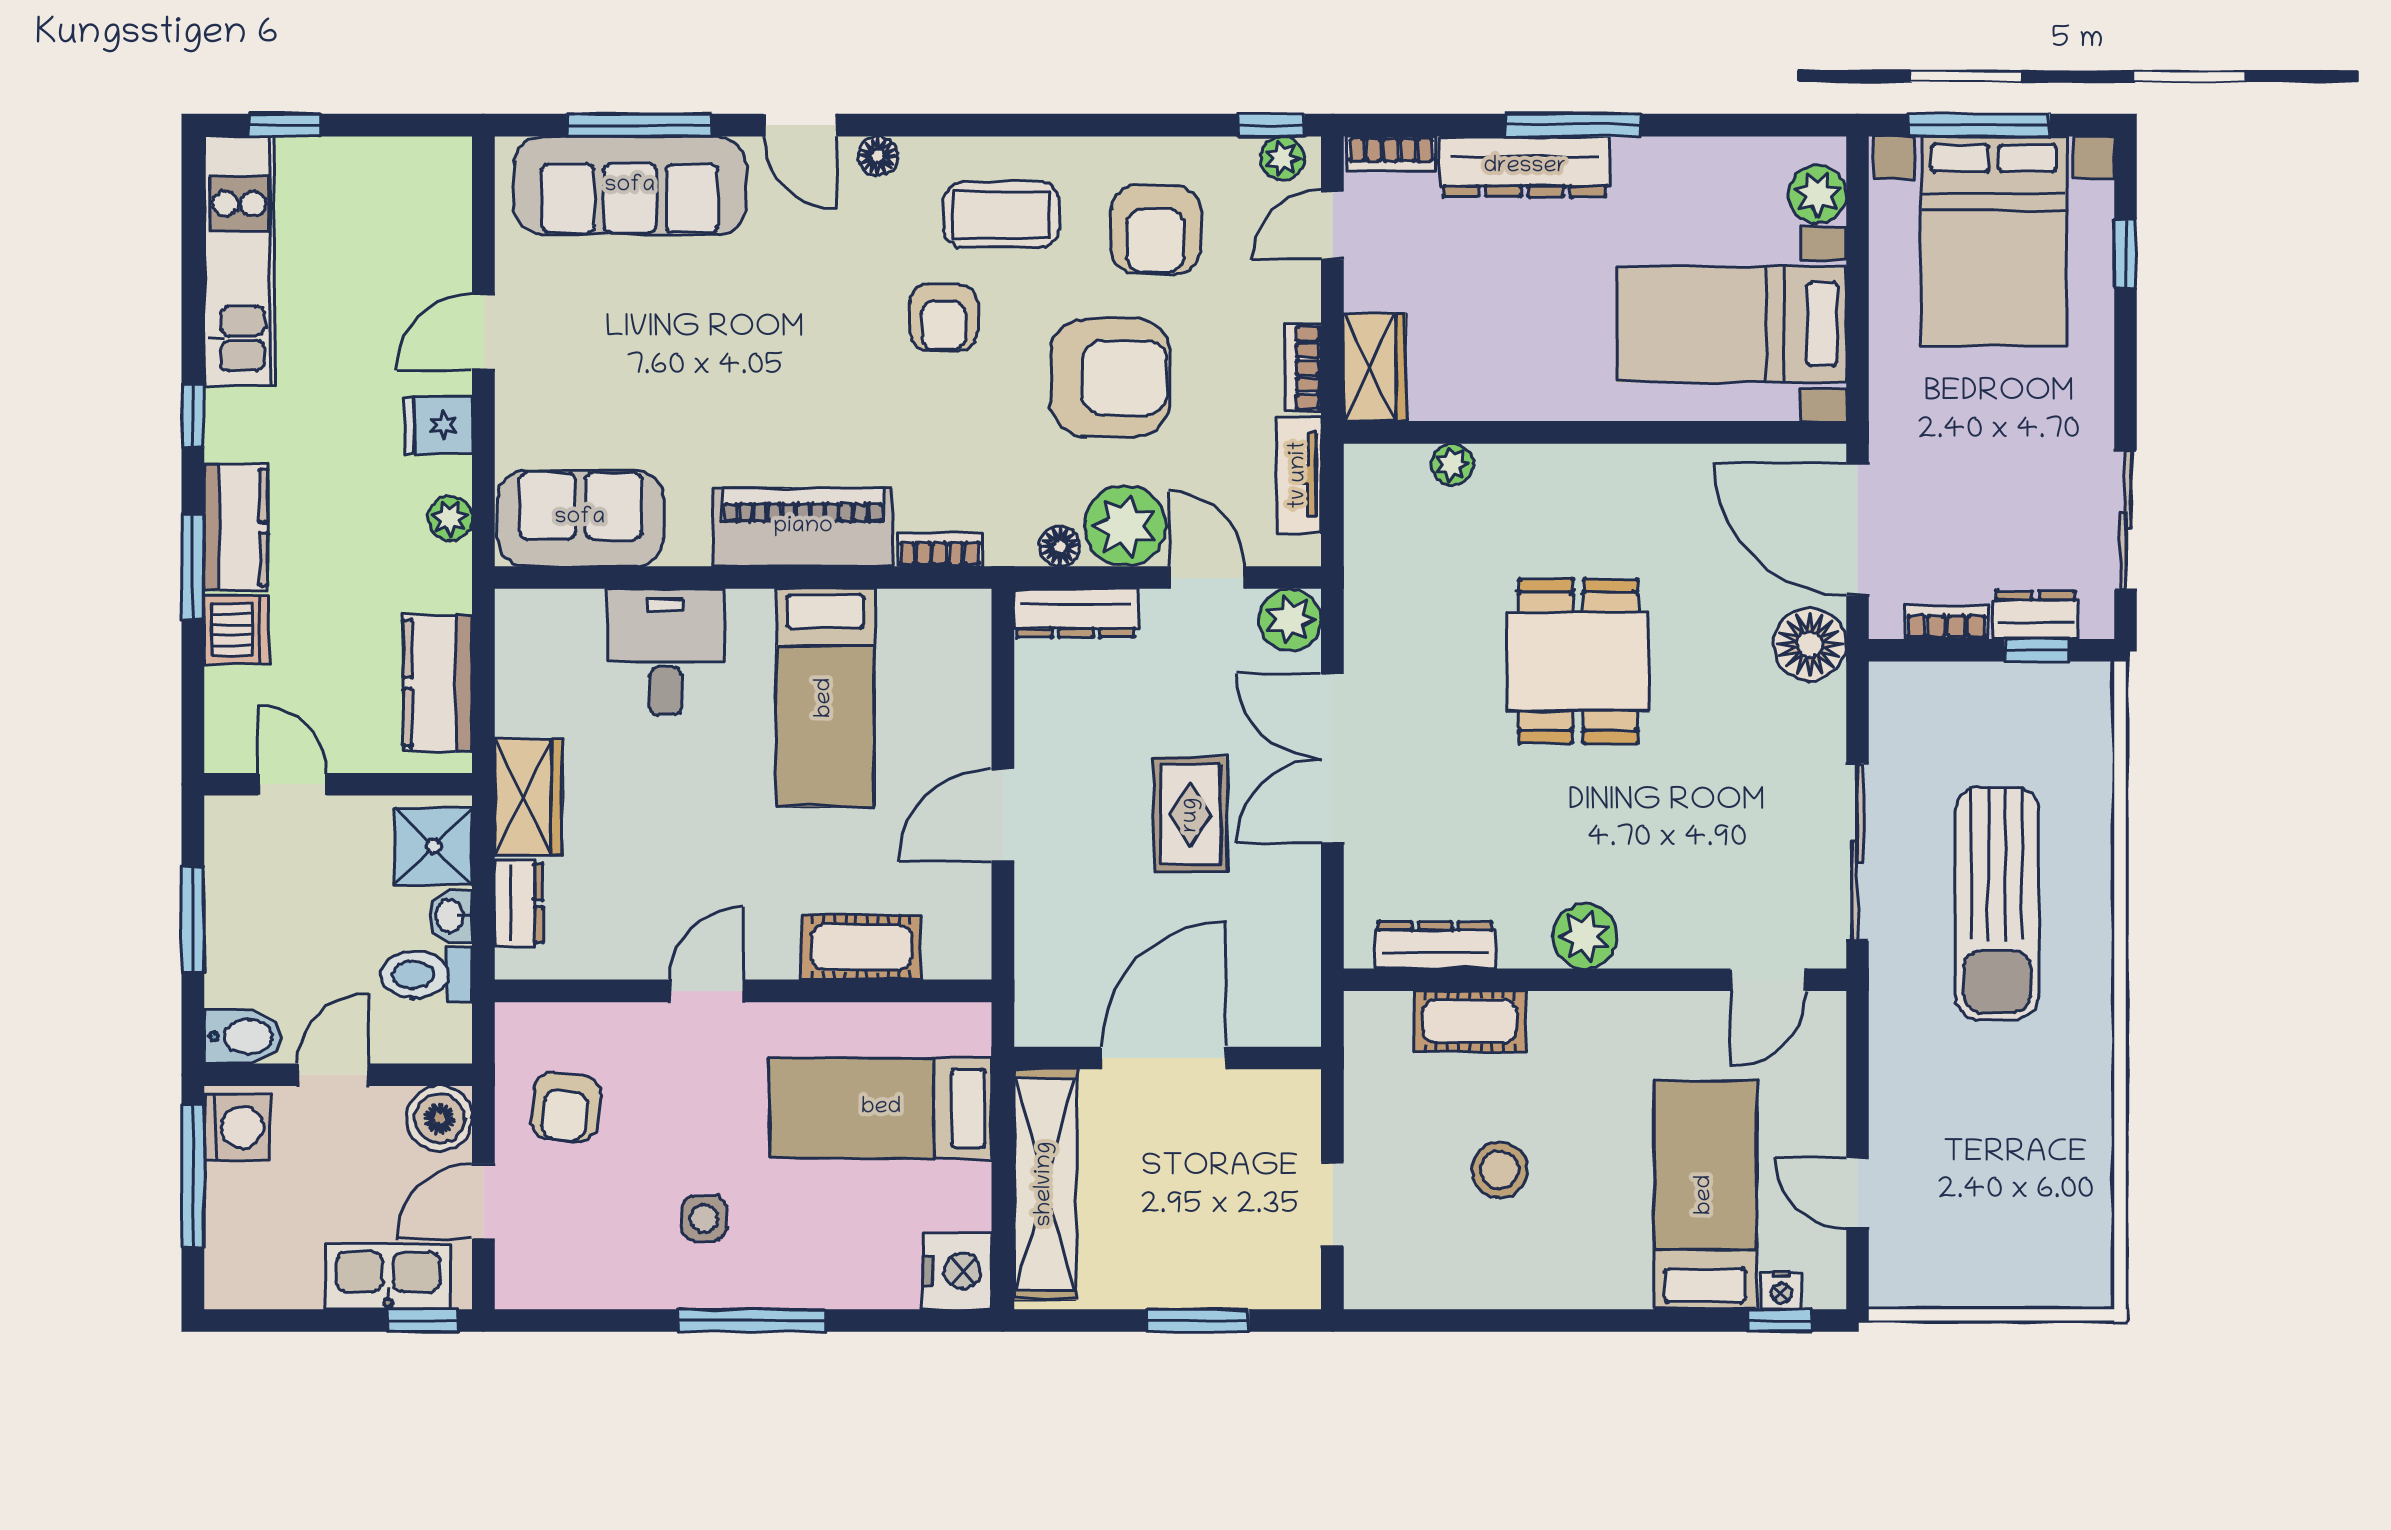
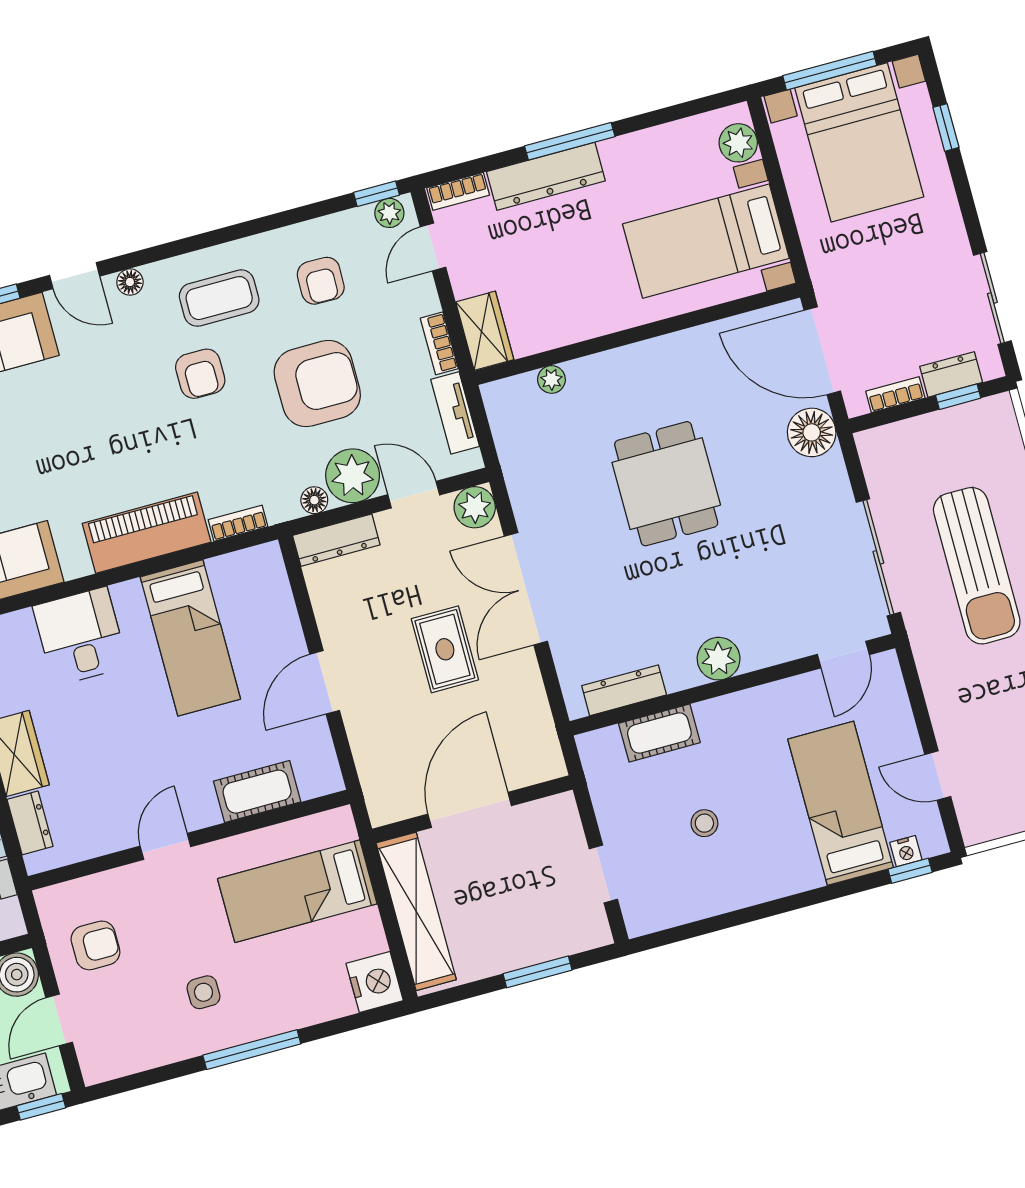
armchair: (1156, 230) -> (321, 281), width x0.72, depth x0.72
armchair: (566, 1107) -> (95, 945), turned -97
stool: (1499, 1170) -> (704, 823), width x0.73, depth x0.73

